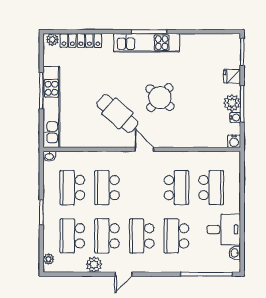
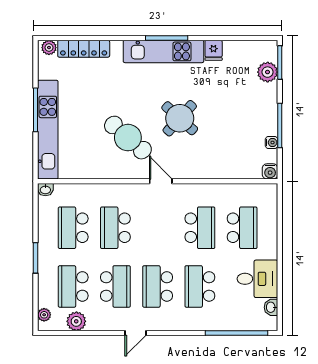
fridge: (232, 76) -> (214, 50), moved, turned -90
plant: (232, 103) -> (268, 72), moved
school desk: (107, 236) -> (115, 286), turned 180
plant: (94, 264) -> (76, 321), moved

